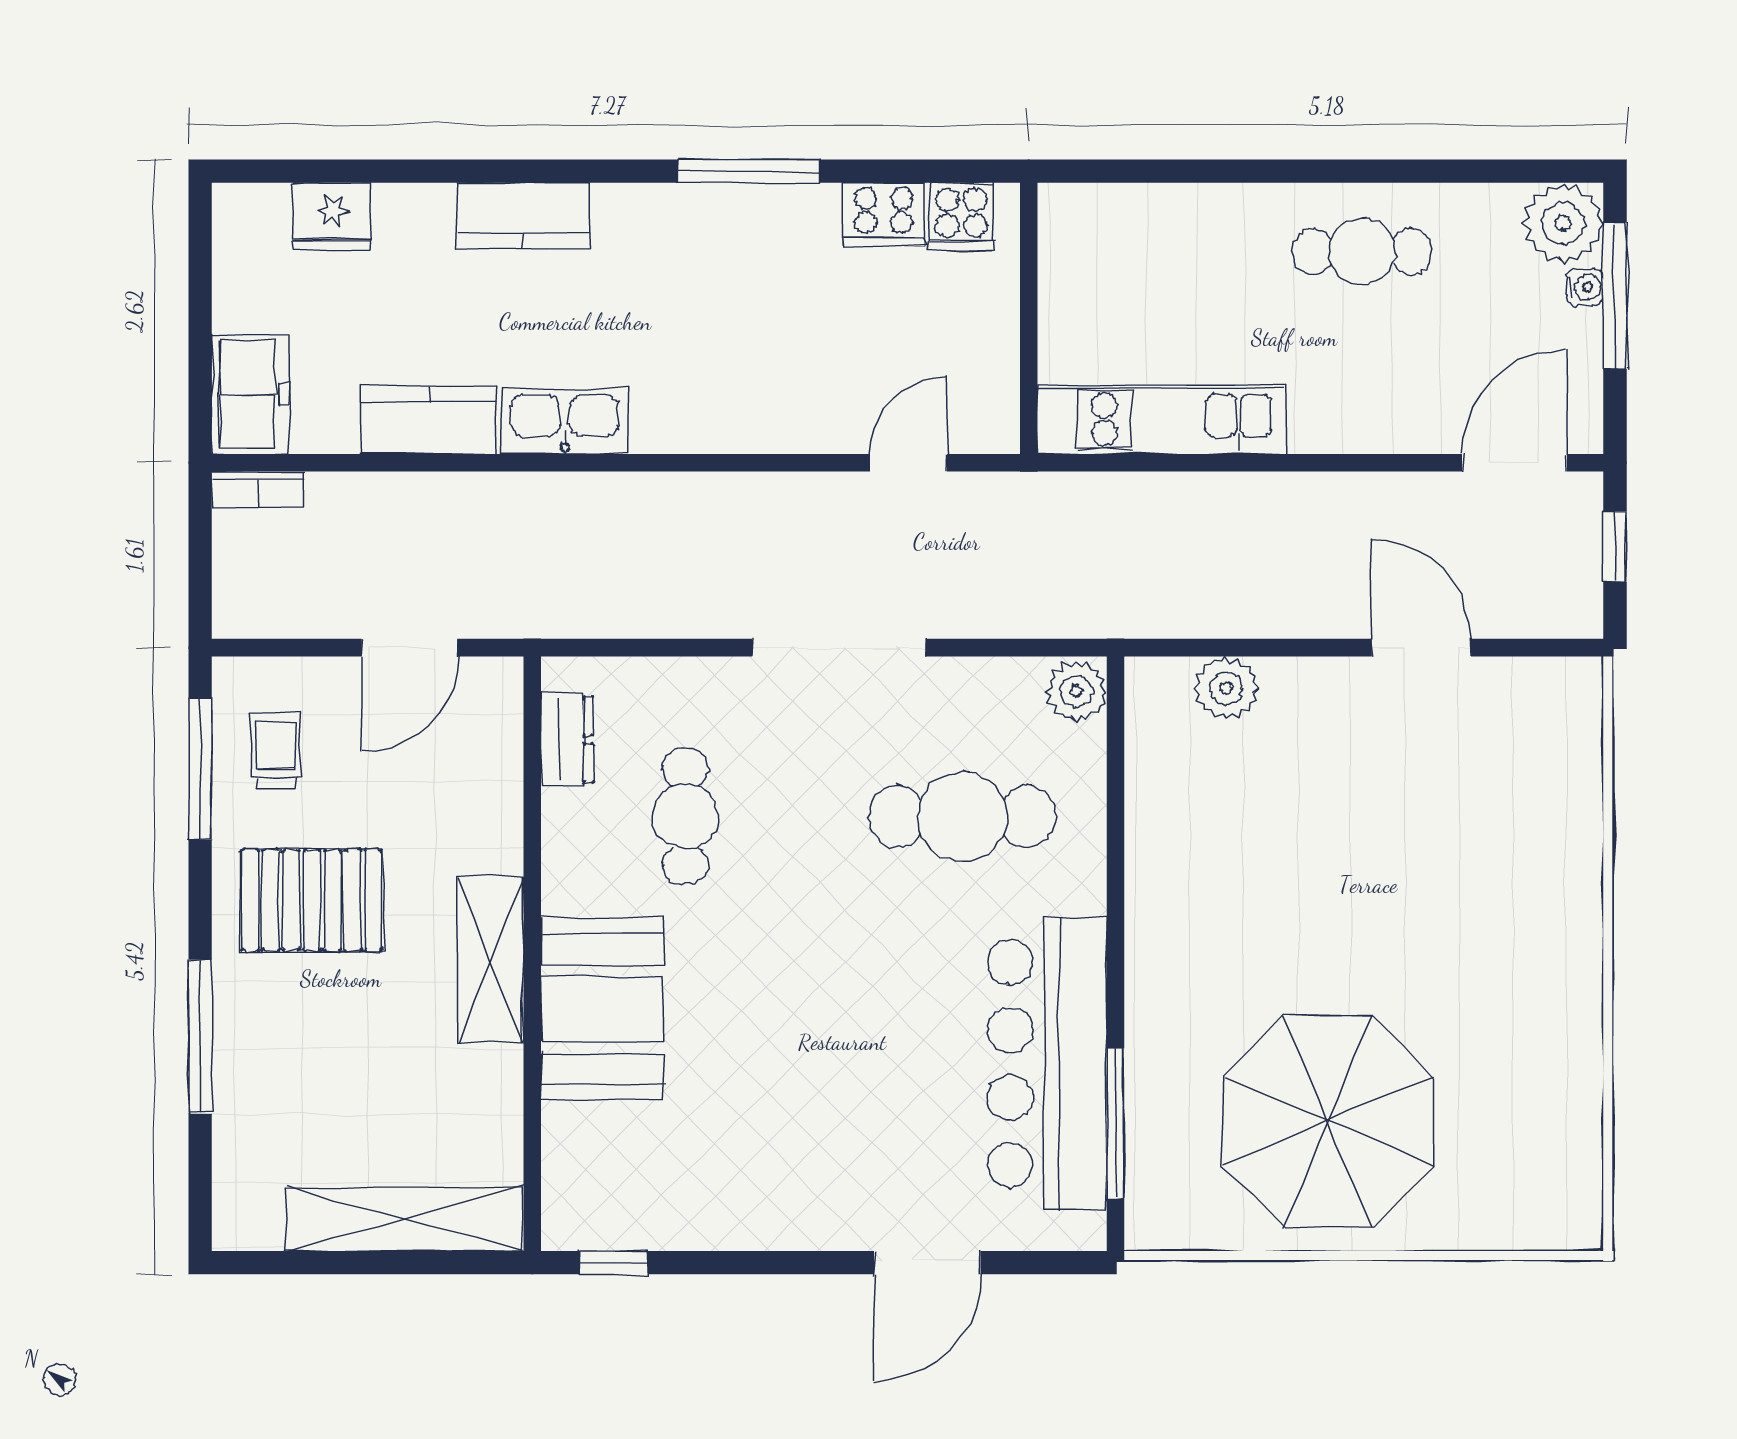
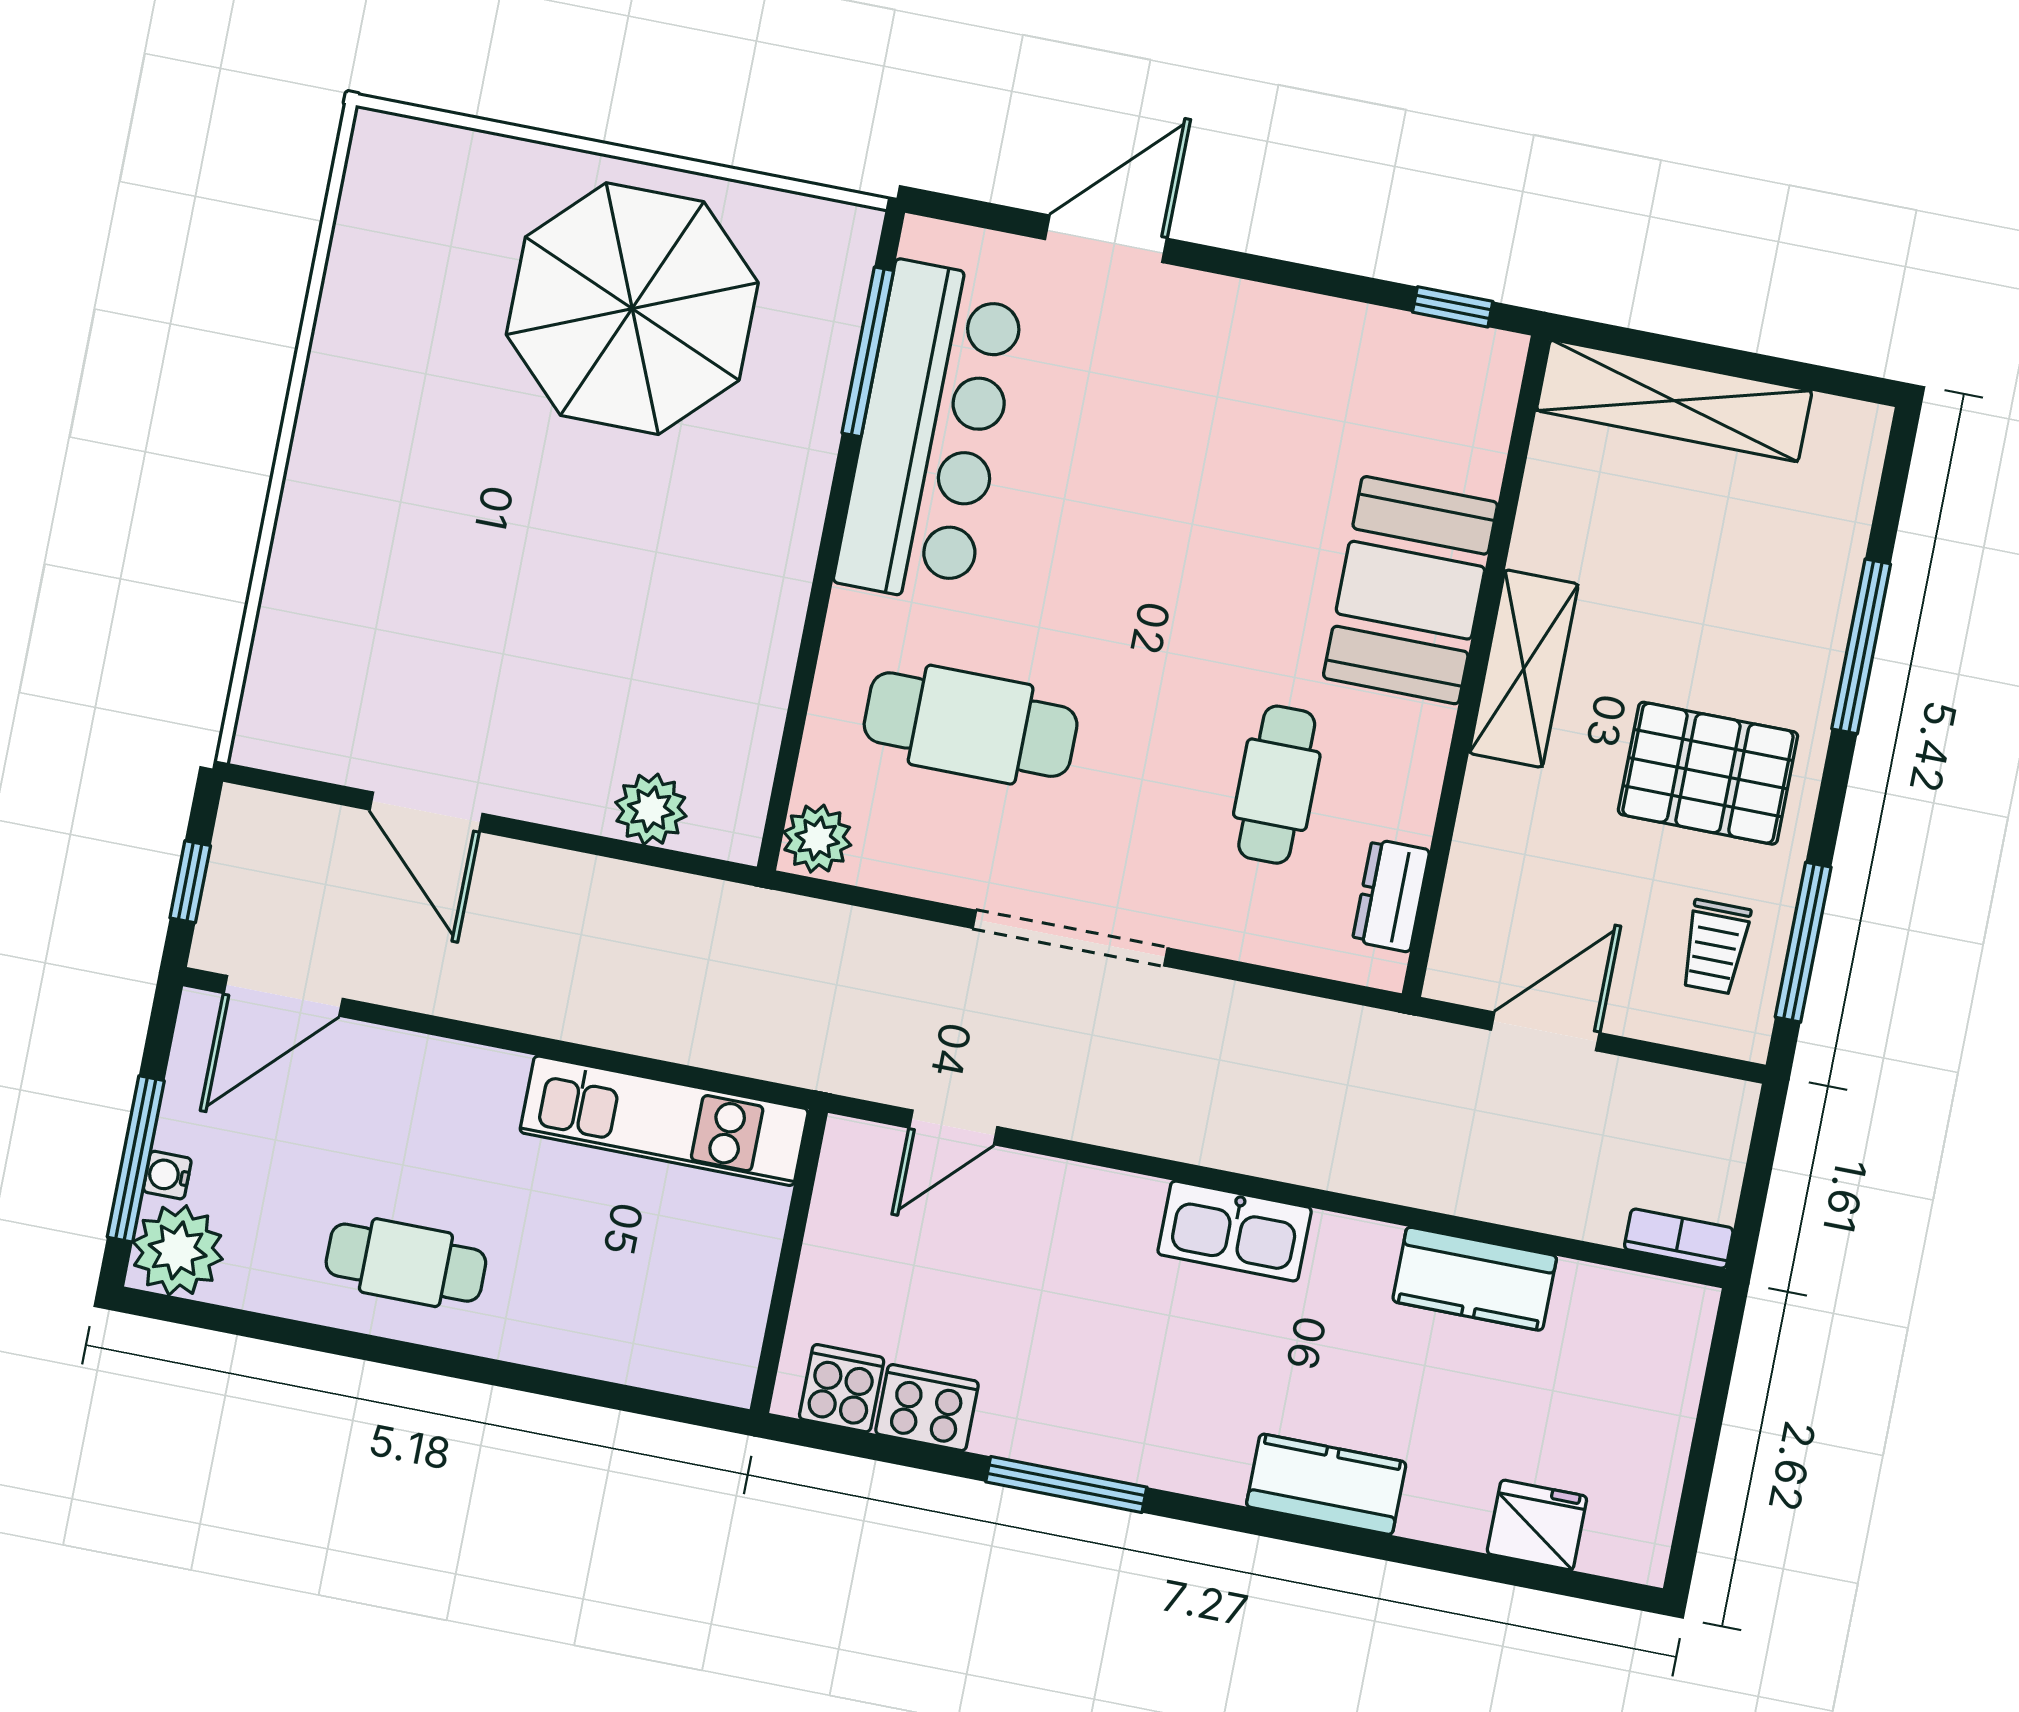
freezer: (251, 394) -> (1666, 1346), removed
kitchen sink: (565, 421) -> (1235, 1231), moved

